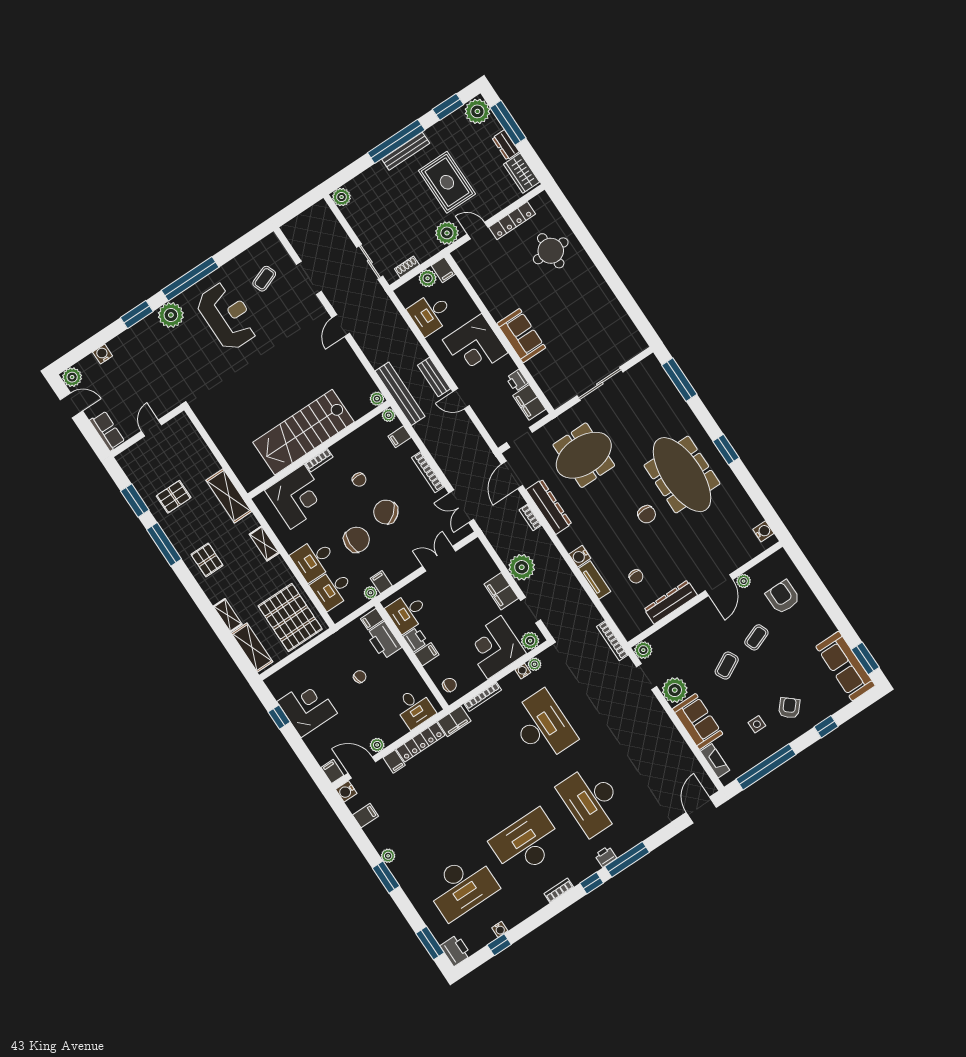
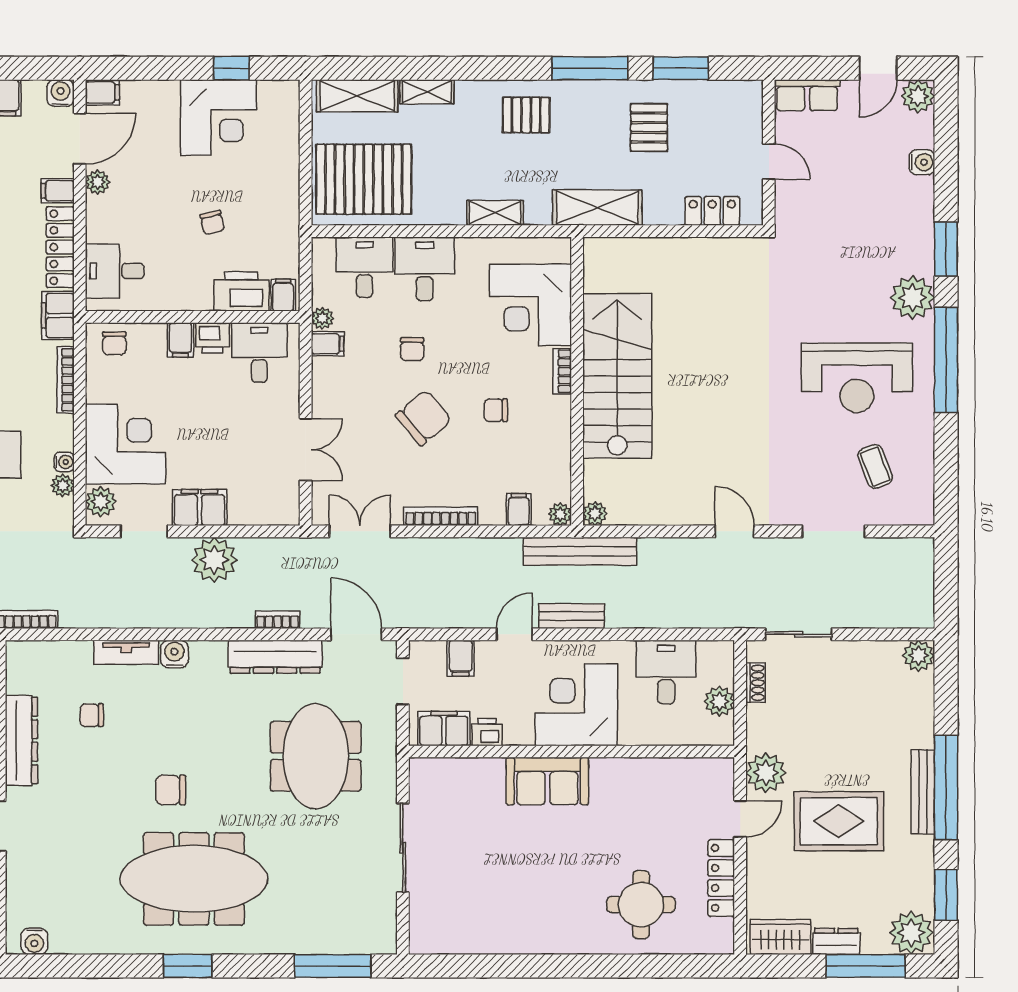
filing cabinet: (443, 270) -> (461, 658), moved, turned -90
locker: (193, 439) -> (712, 211), added
chair: (357, 540) -> (412, 349), width x0.54, depth x0.54

